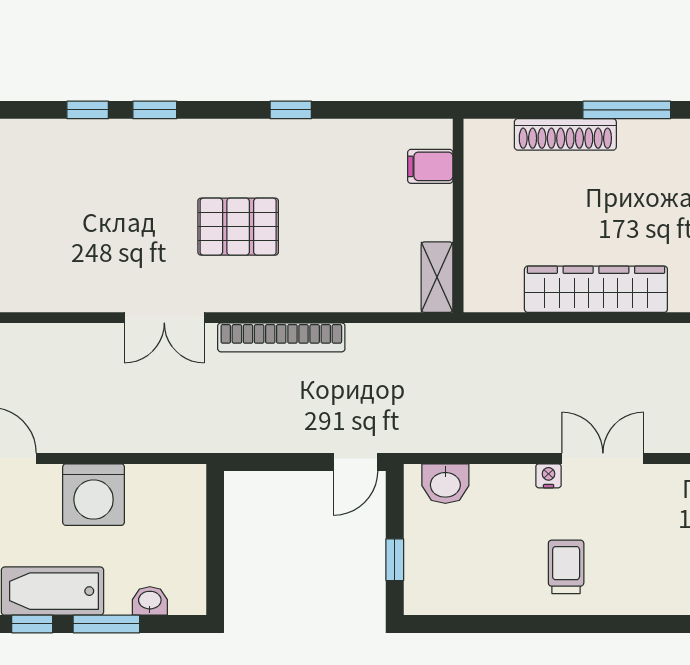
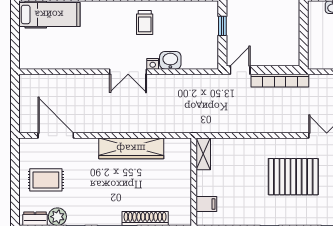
pallet: (238, 227) -> (293, 177), width x1.37, depth x1.41
bookcase: (281, 337) -> (280, 81), moved, turned 180
washbasin: (445, 484) -> (170, 60), moved

